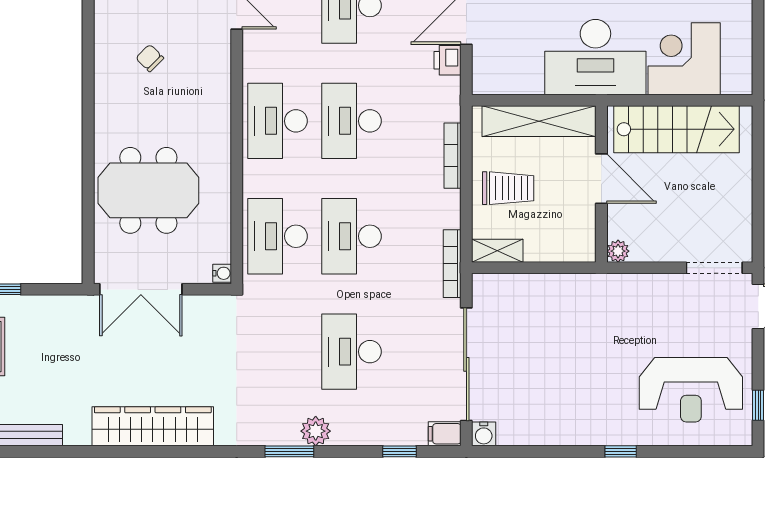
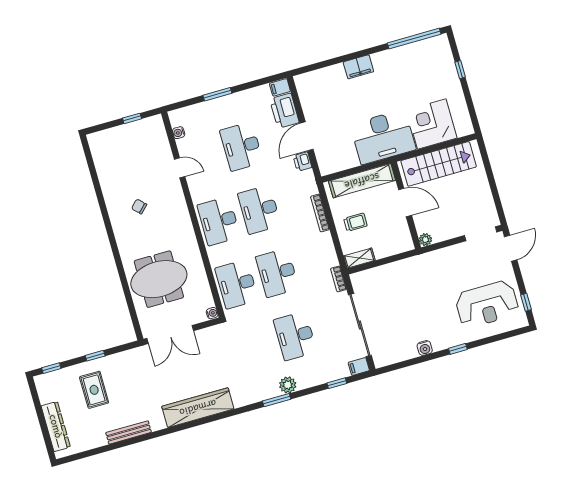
trolley: (508, 188) -> (355, 222), width x0.73, depth x0.72
bookcase: (452, 264) -> (338, 279), width x0.64
water cooler: (484, 434) -> (425, 348), moved

